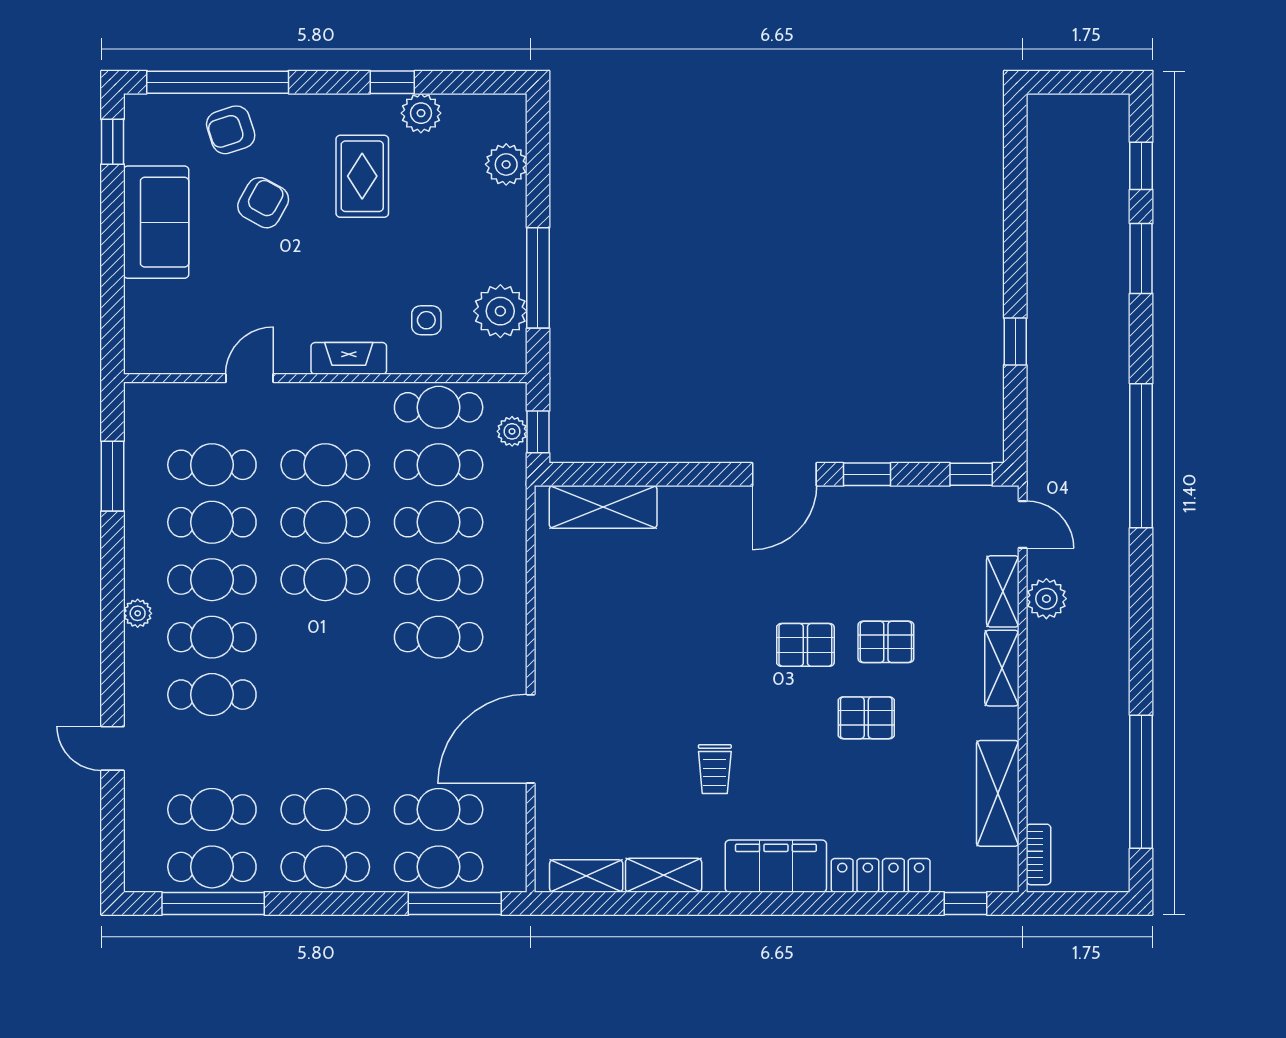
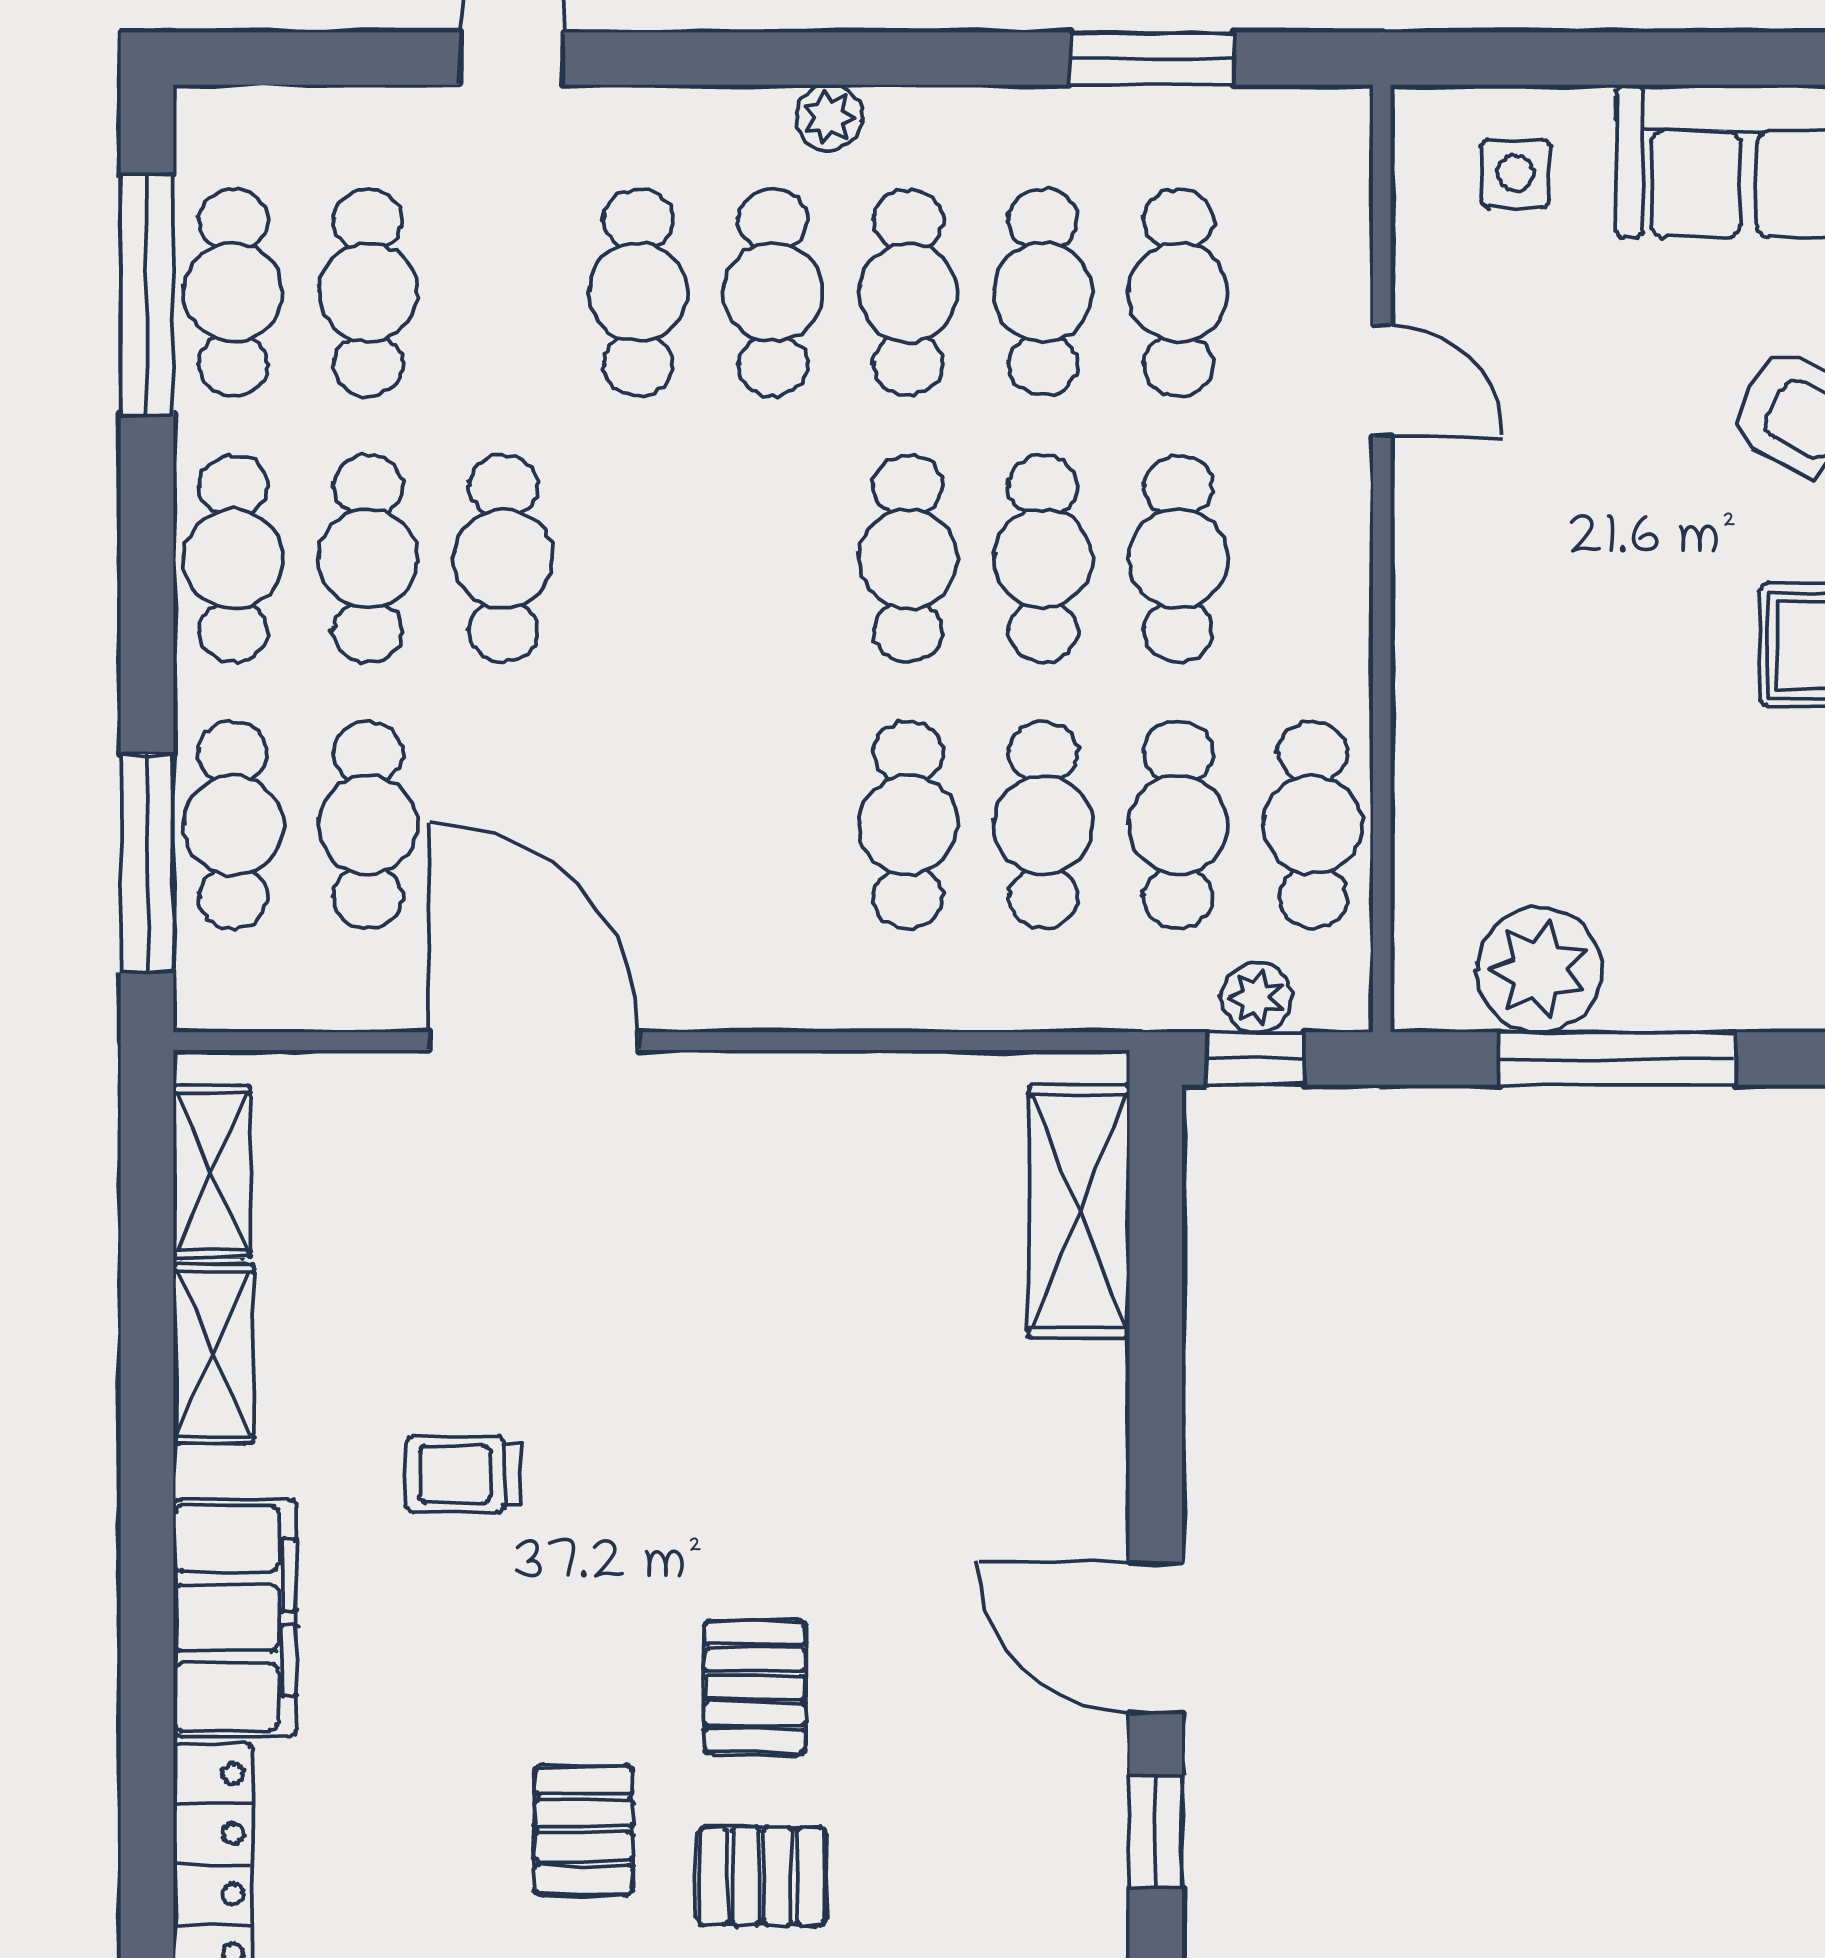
side table: (426, 320) -> (1515, 173), moved
fireplace: (349, 358) -> (1428, 614), removed
cafe table: (439, 637) -> (503, 559), moved
pallet: (886, 642) -> (762, 1876), turned 90

